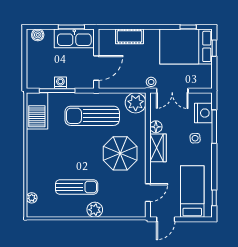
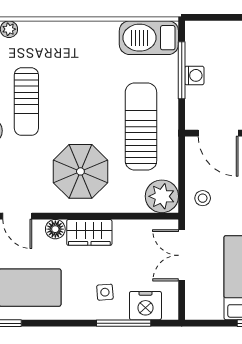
stool: (151, 82) -> (203, 198), moved
floor lamp: (156, 127) -> (55, 229), moved

